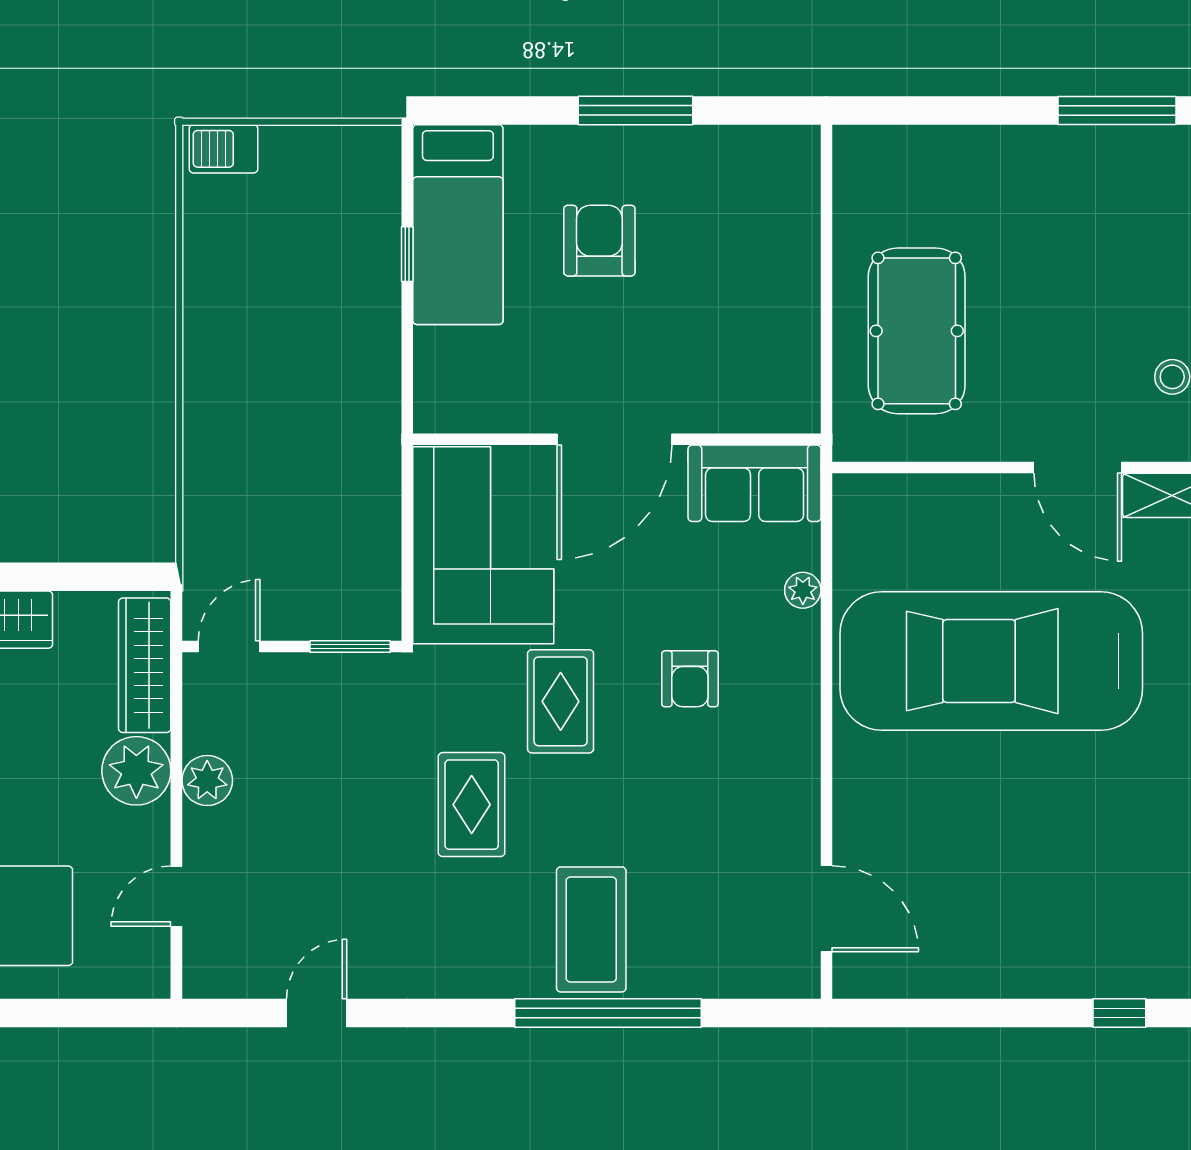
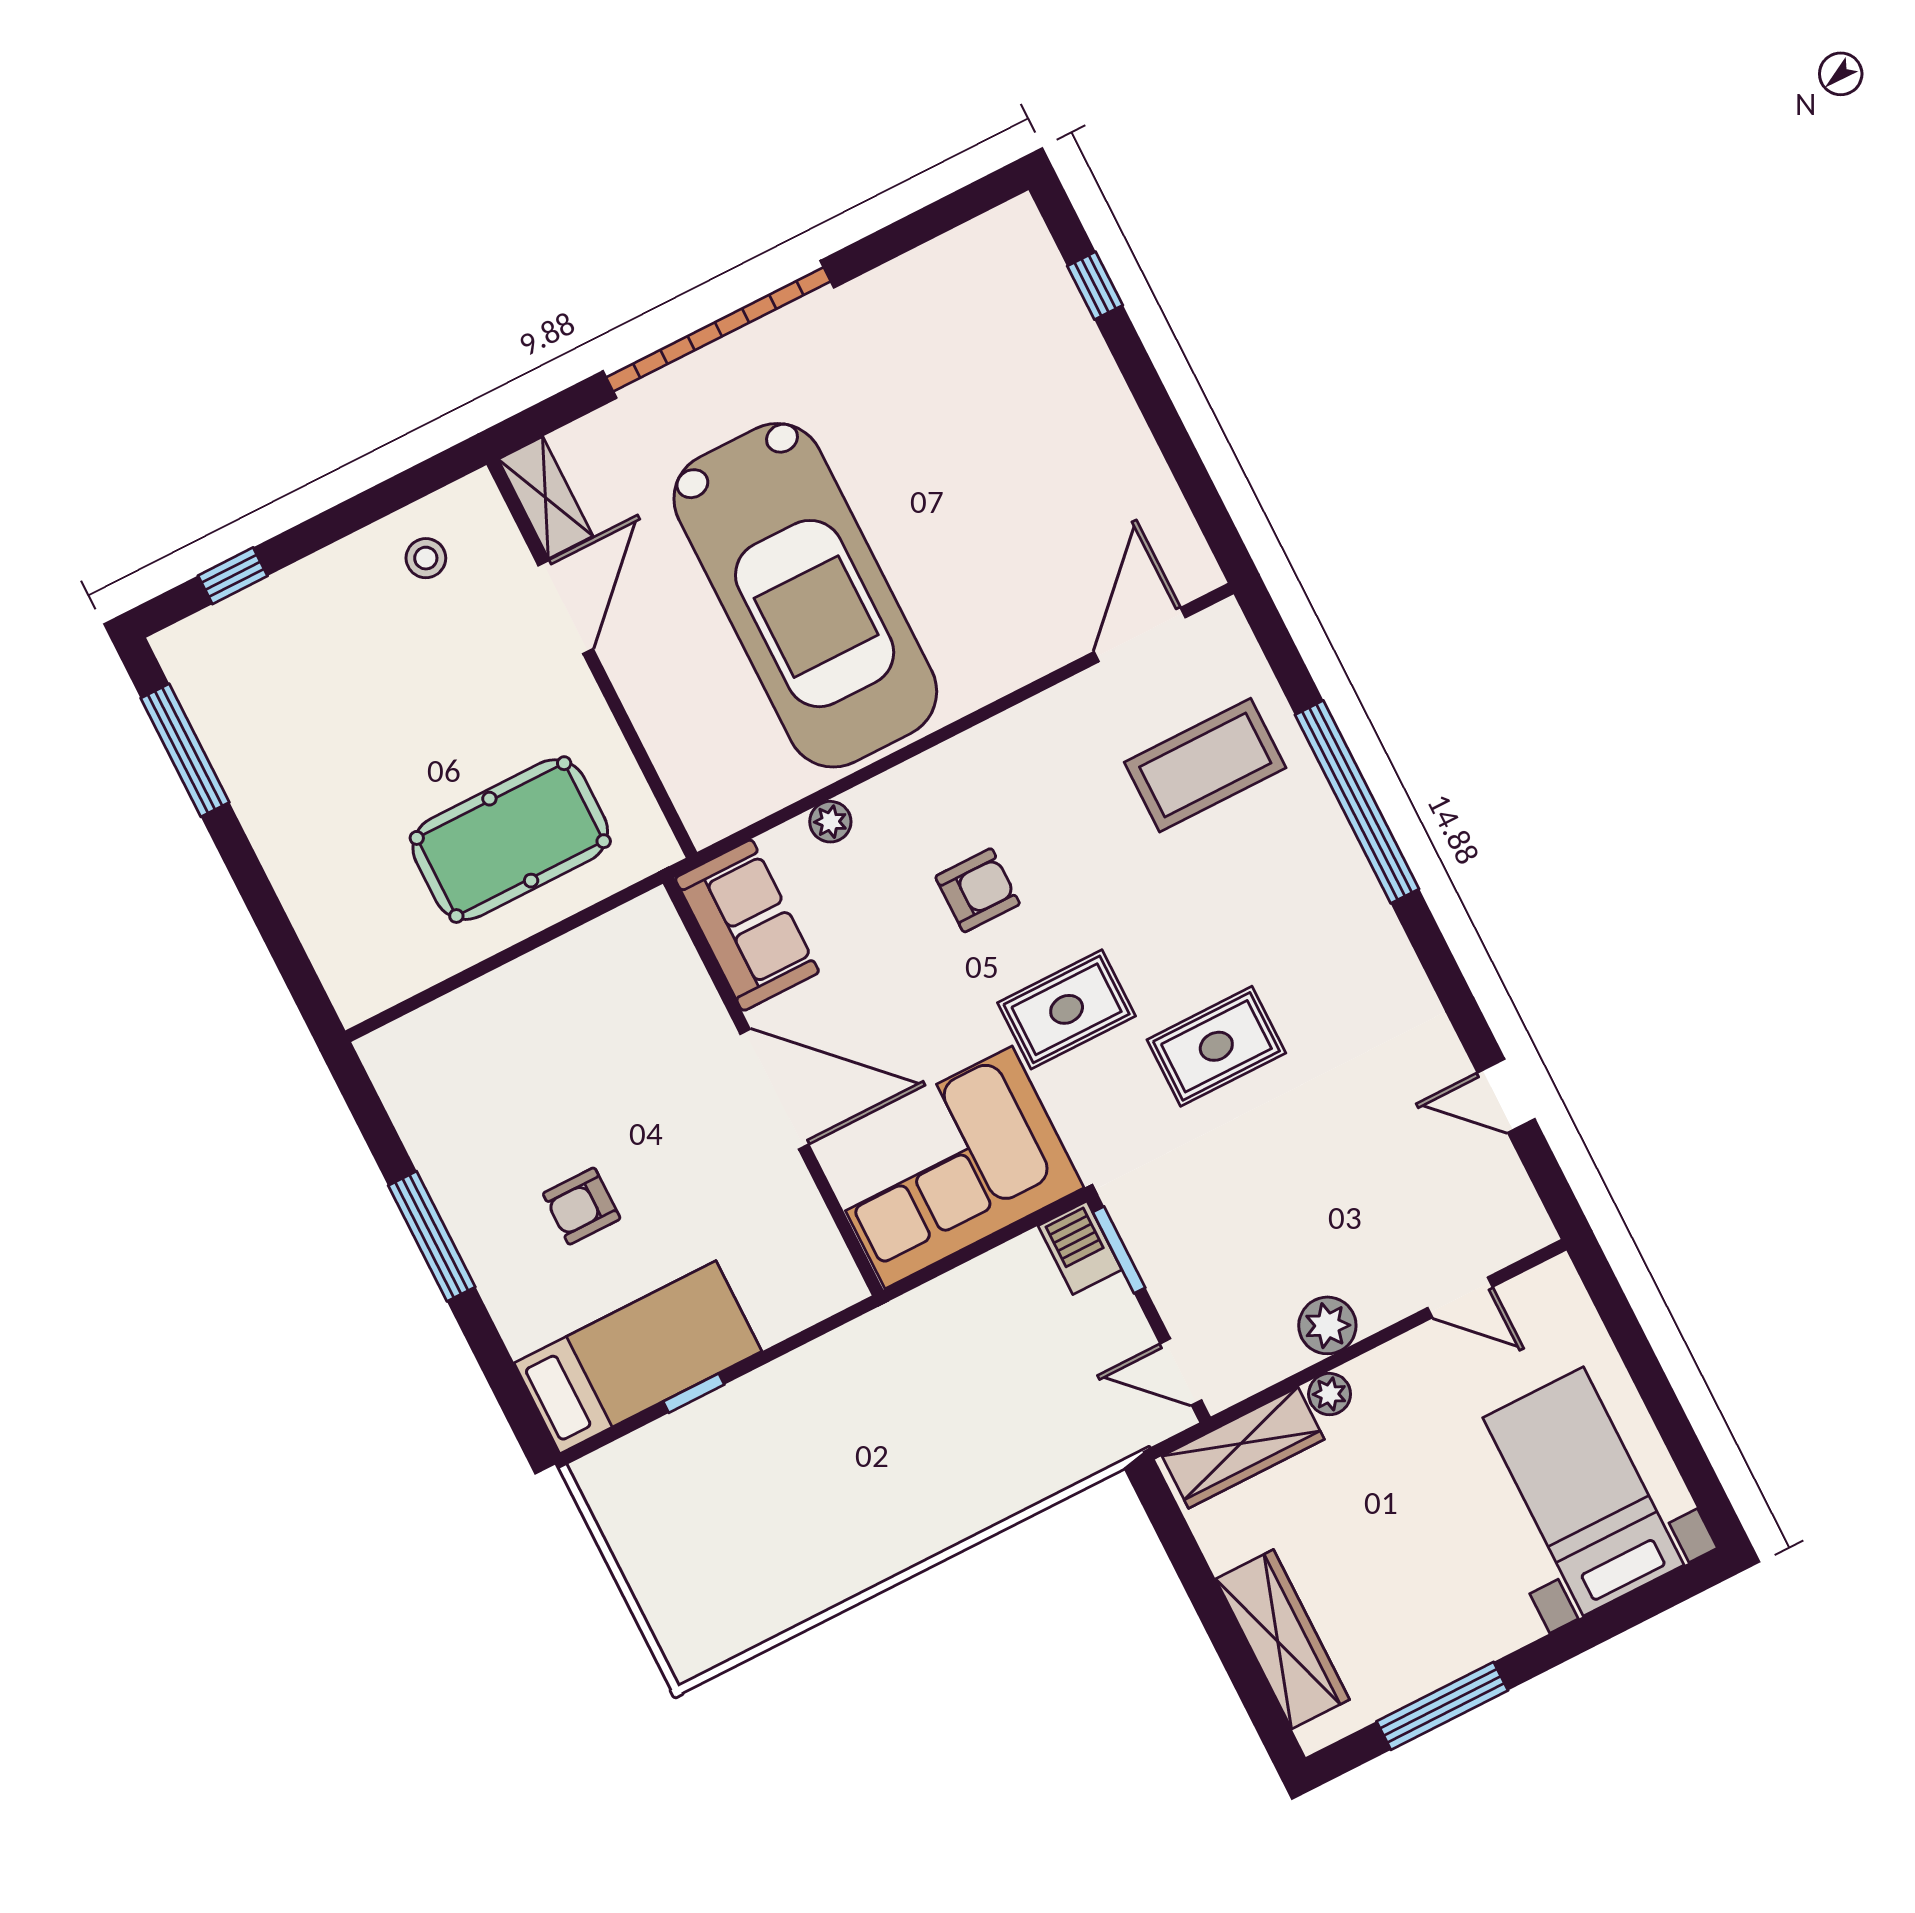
barbecue: (223, 149) -> (1080, 1248), moved, turned 180
armchair: (599, 241) -> (582, 1206), width x0.72, depth x0.72
plant: (136, 771) -> (1330, 1394), width x0.53, depth x0.53
coffee table: (591, 929) -> (1205, 765), moved

